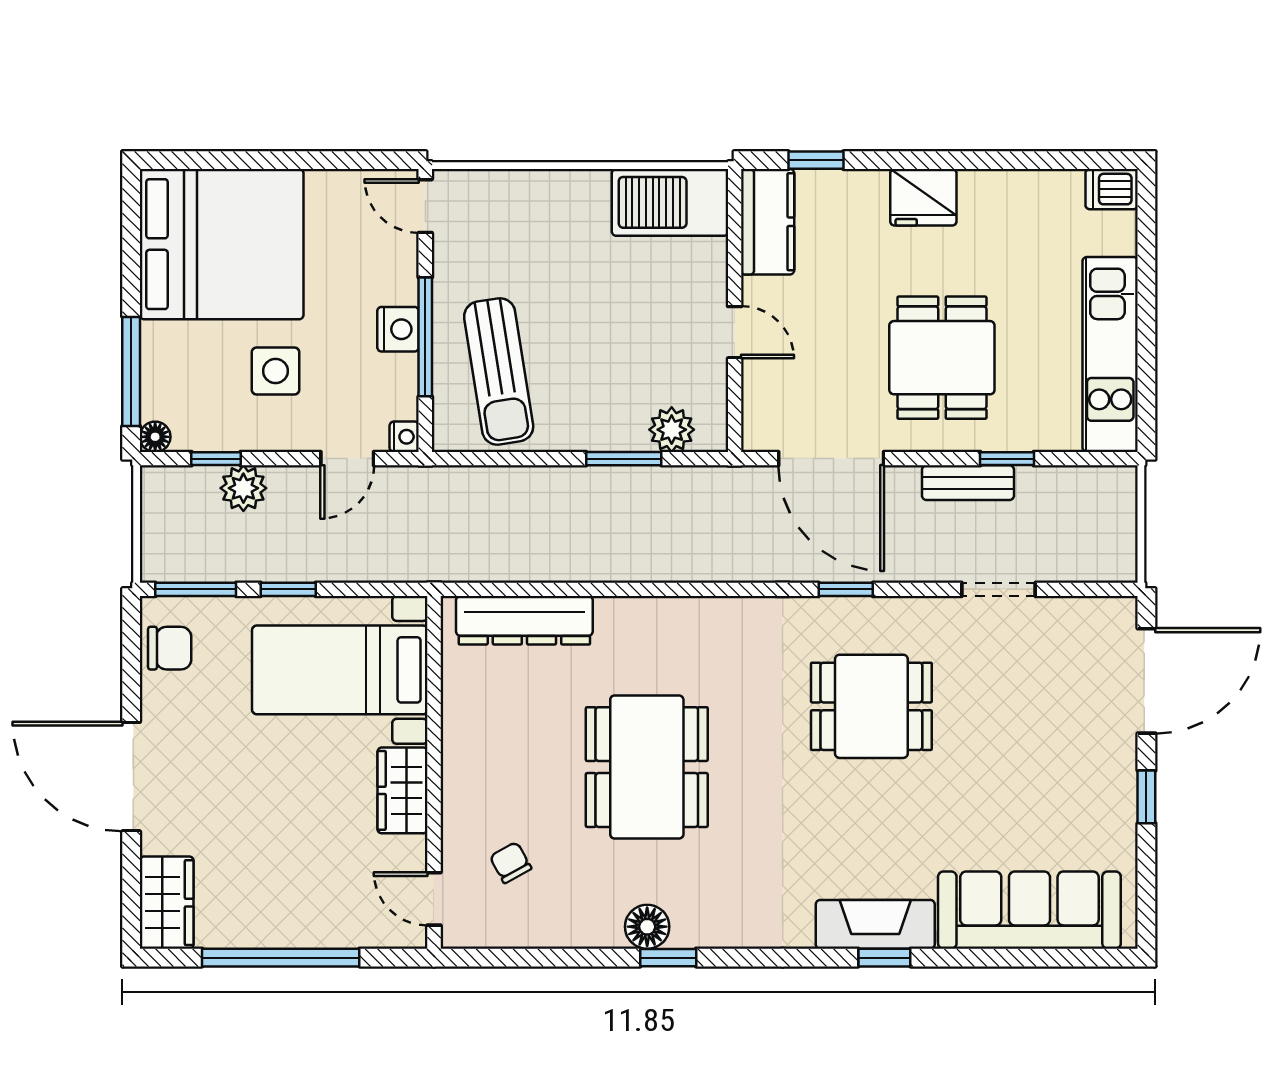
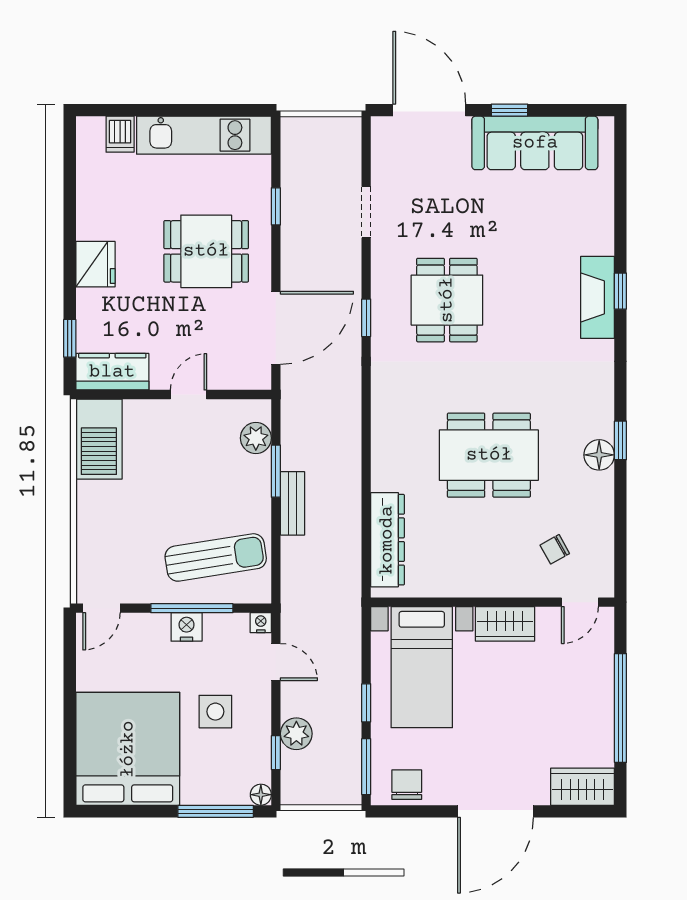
dishwasher: (1112, 189) -> (120, 134), moved
bench: (968, 483) -> (292, 503), moved
sofa: (1029, 910) -> (535, 143), moved, turned -90

